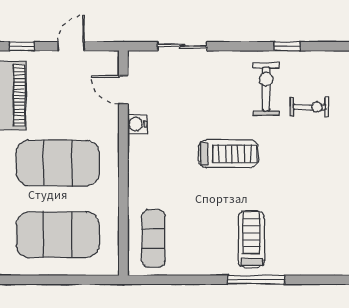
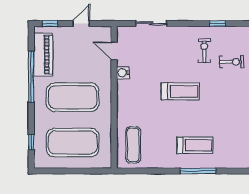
exercise bike: (266, 89) -> (204, 51), width x0.73, depth x0.72
treadmill: (251, 239) -> (195, 145), turned 90

